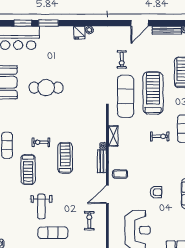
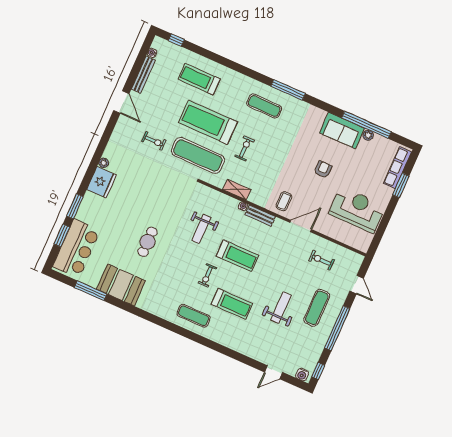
fridge: (79, 33) -> (102, 182), width x1.88, depth x1.34
cafe table: (46, 88) -> (148, 242), width x0.73, depth x0.74
weight bench: (73, 123) -> (201, 229), added
exercise bike: (160, 136) -> (245, 148), moved
treadmill: (65, 158) -> (237, 256), turned 180
door: (107, 194) -> (301, 226), swing flipped
weight bench: (41, 206) -> (281, 308), turned -90

